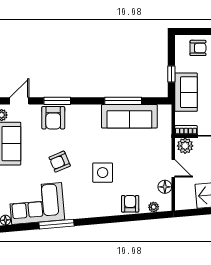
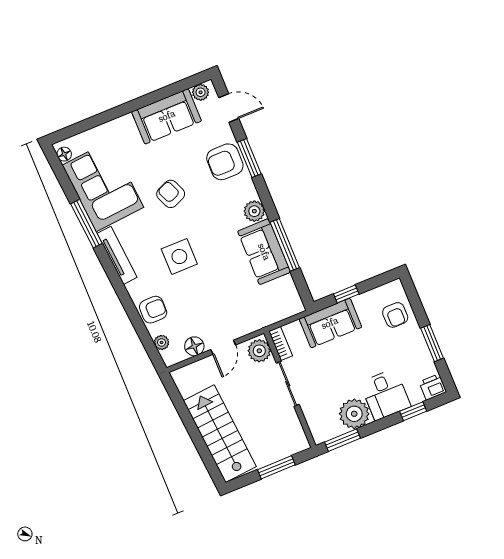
plant: (93, 112) -> (254, 211), added
sofa: (129, 116) -> (264, 252), width x0.73
tv unit: (85, 213) -> (117, 255), added

